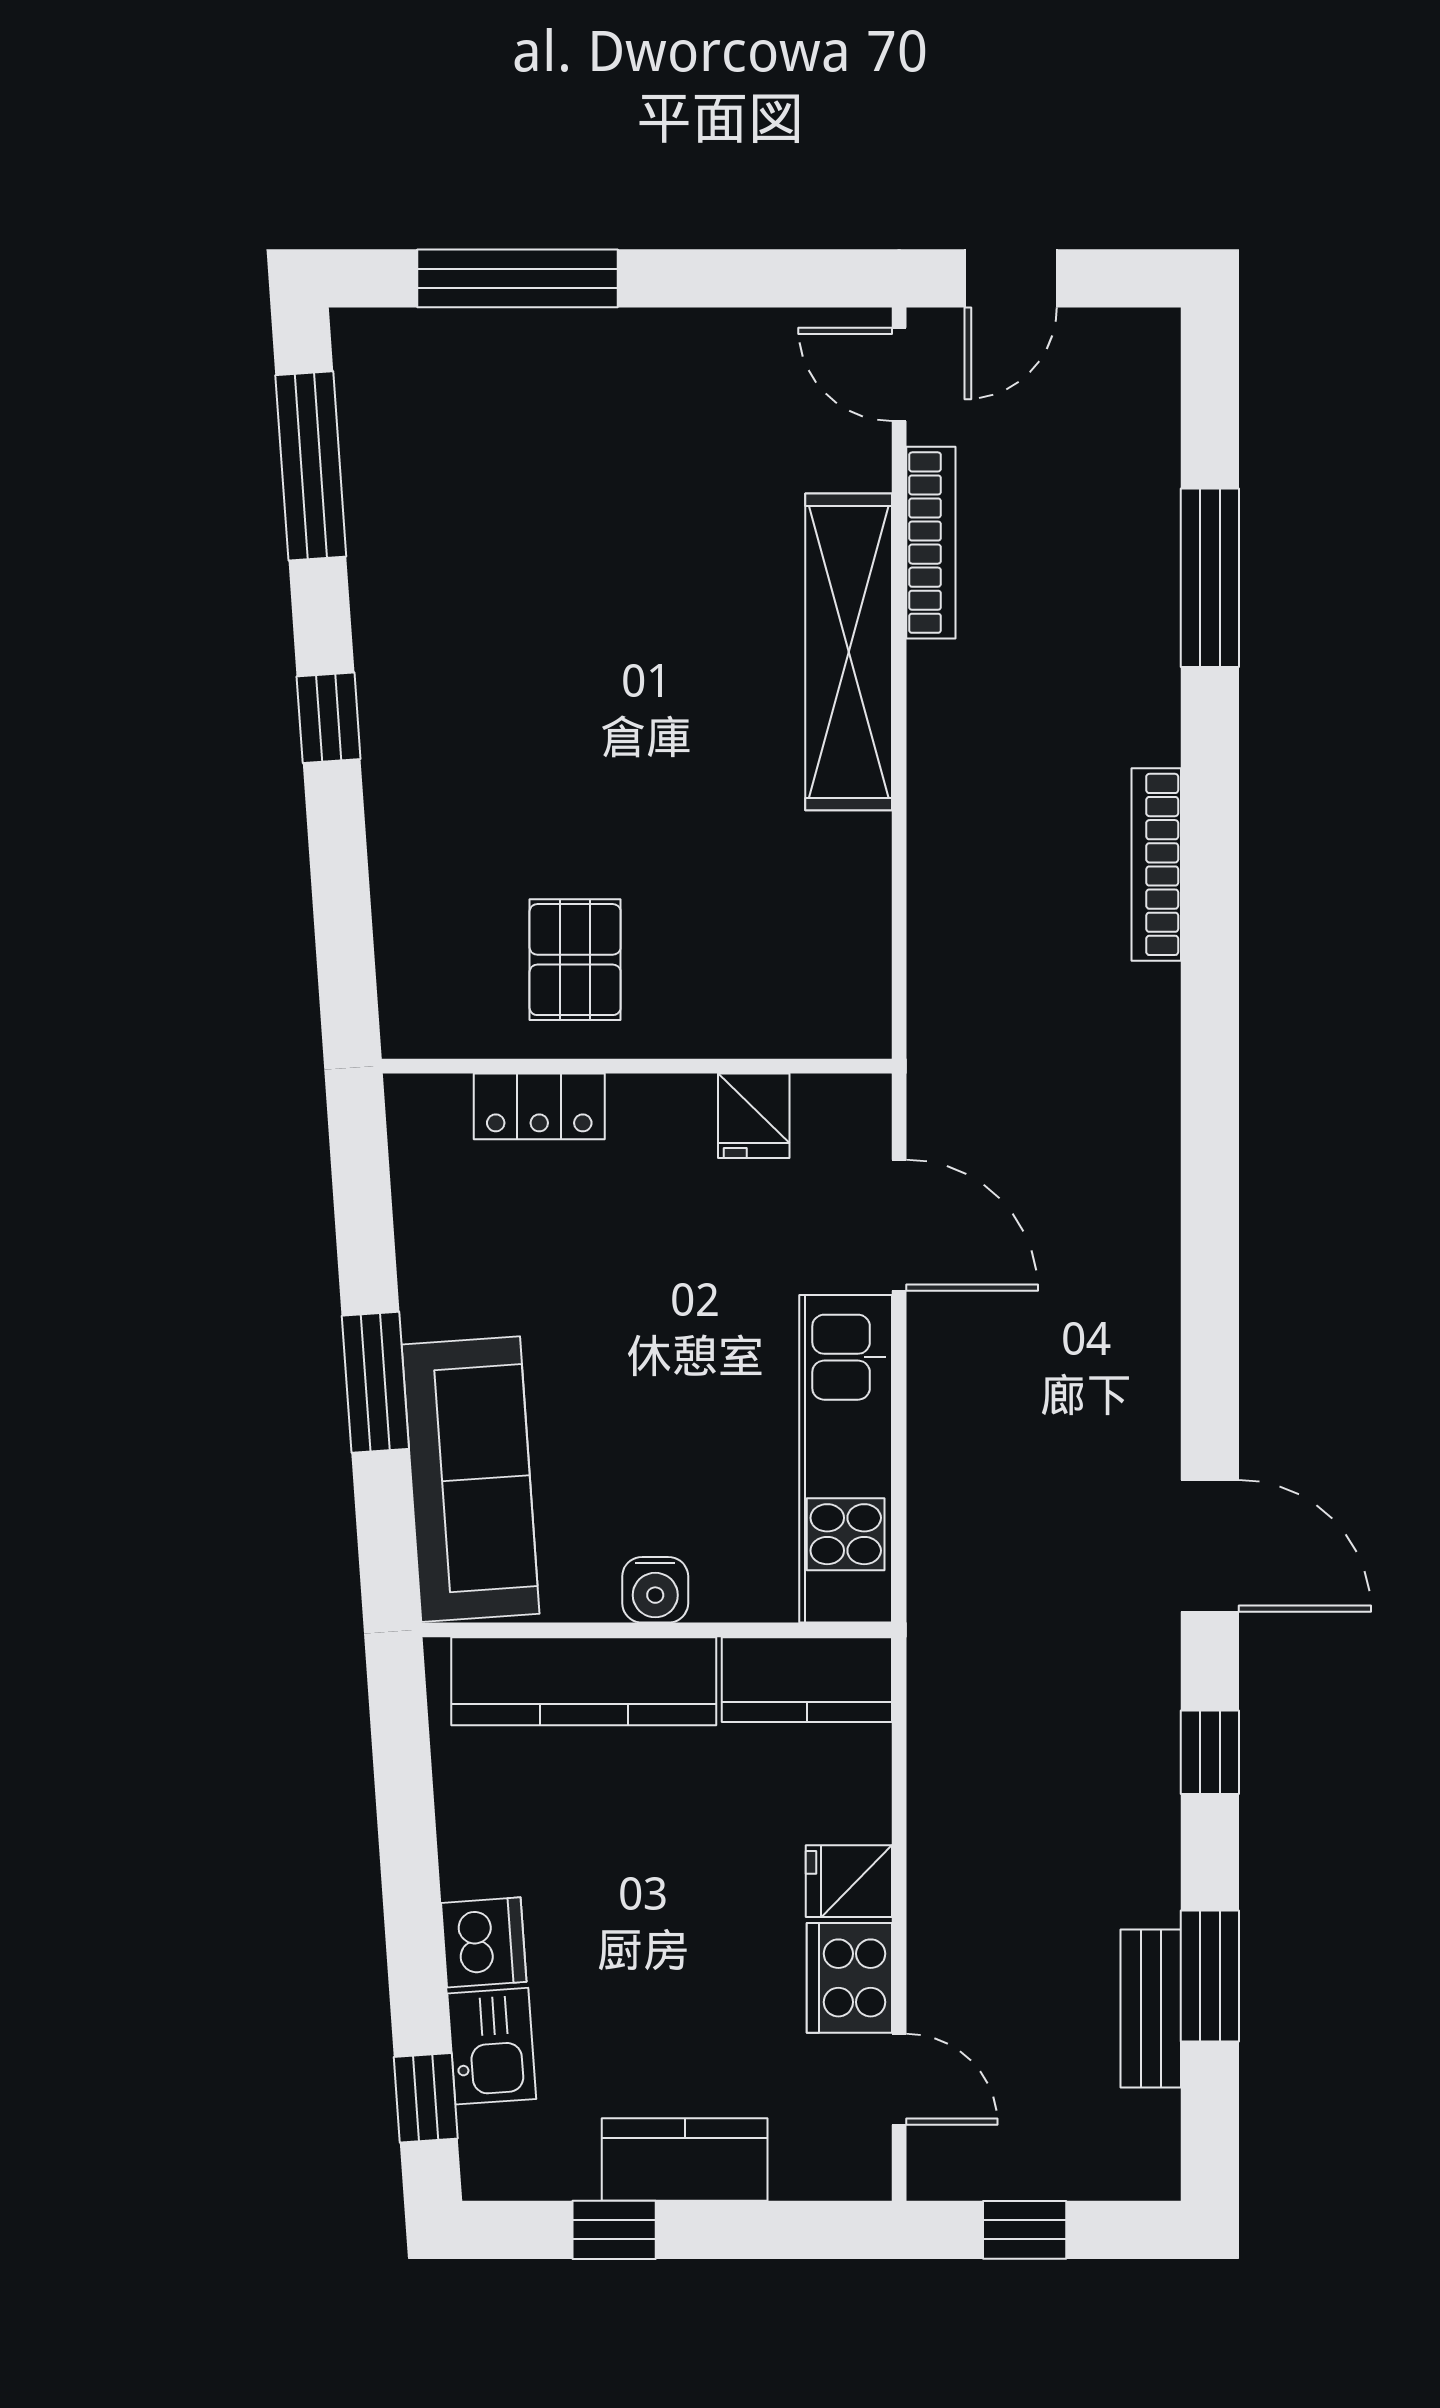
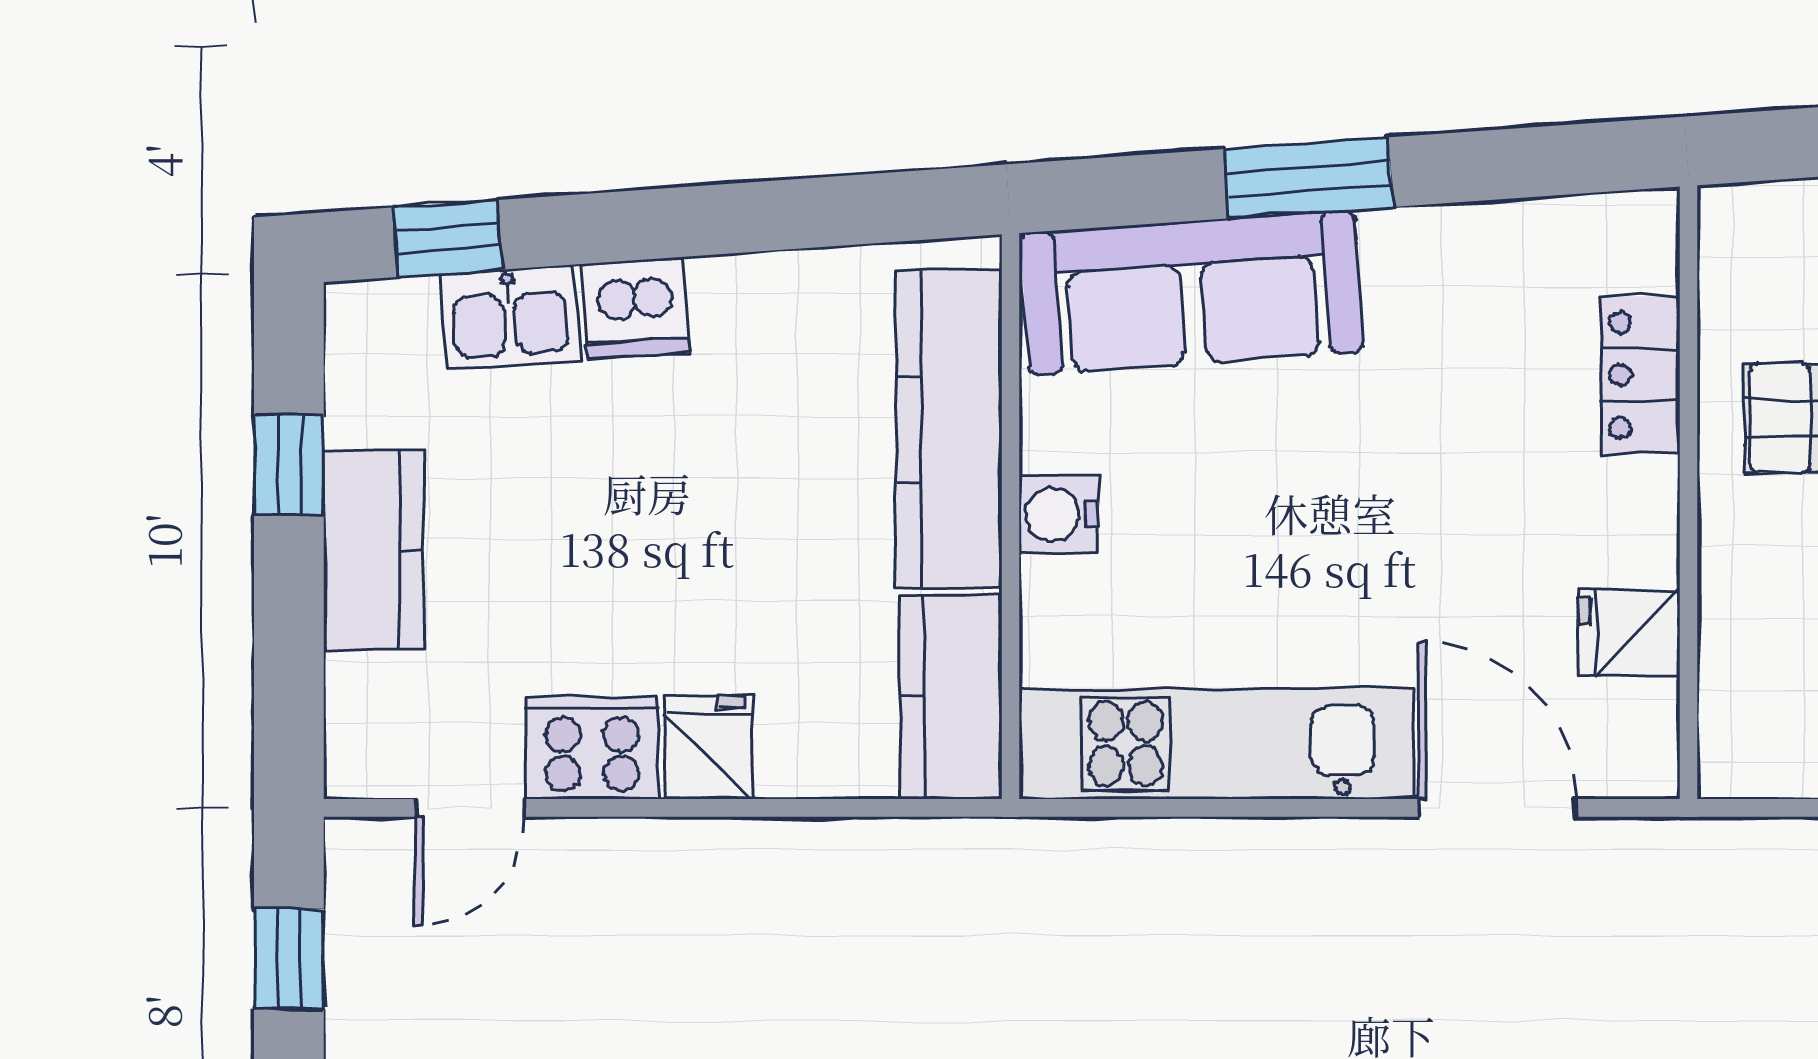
door: (899, 1225) -> (1497, 808), swing flipped

